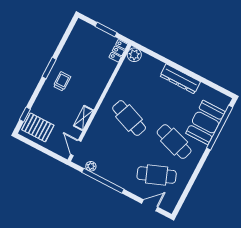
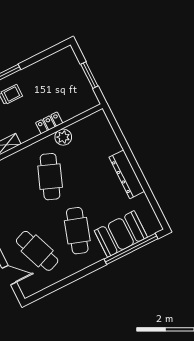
locker: (118, 51) -> (49, 123), moved
plant: (134, 55) -> (63, 137), moved

